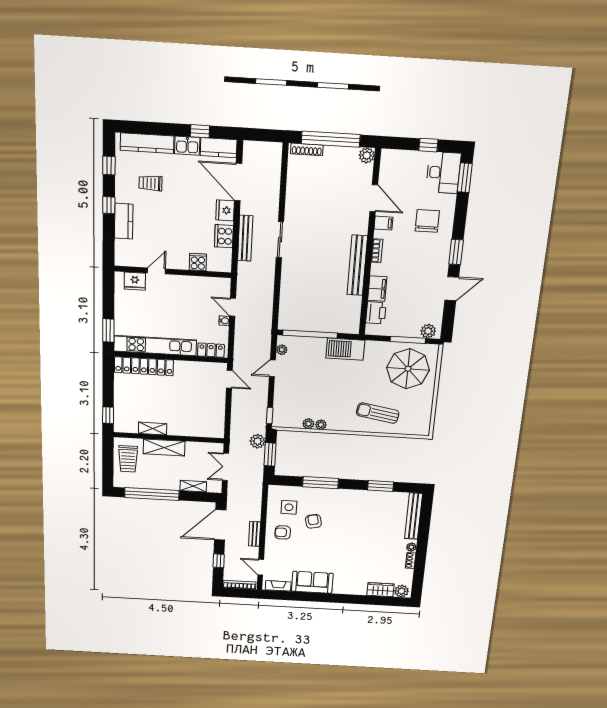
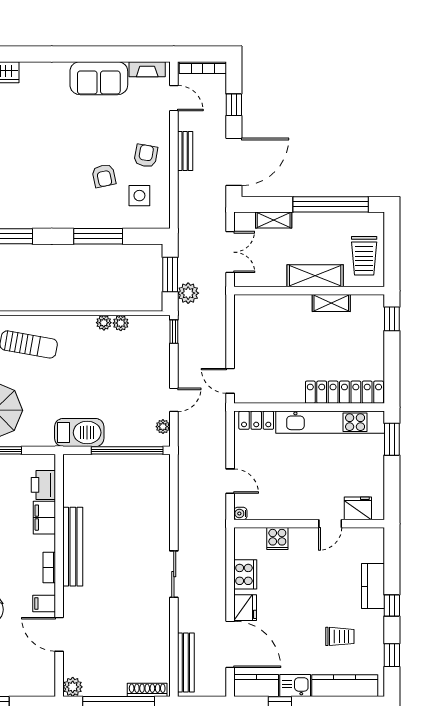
bench: (245, 238) -> (186, 662), moved
water cooler: (224, 321) -> (240, 514), moved
trolley: (128, 459) -> (364, 256), turned 180
armchair: (283, 532) -> (146, 156), turned -80

